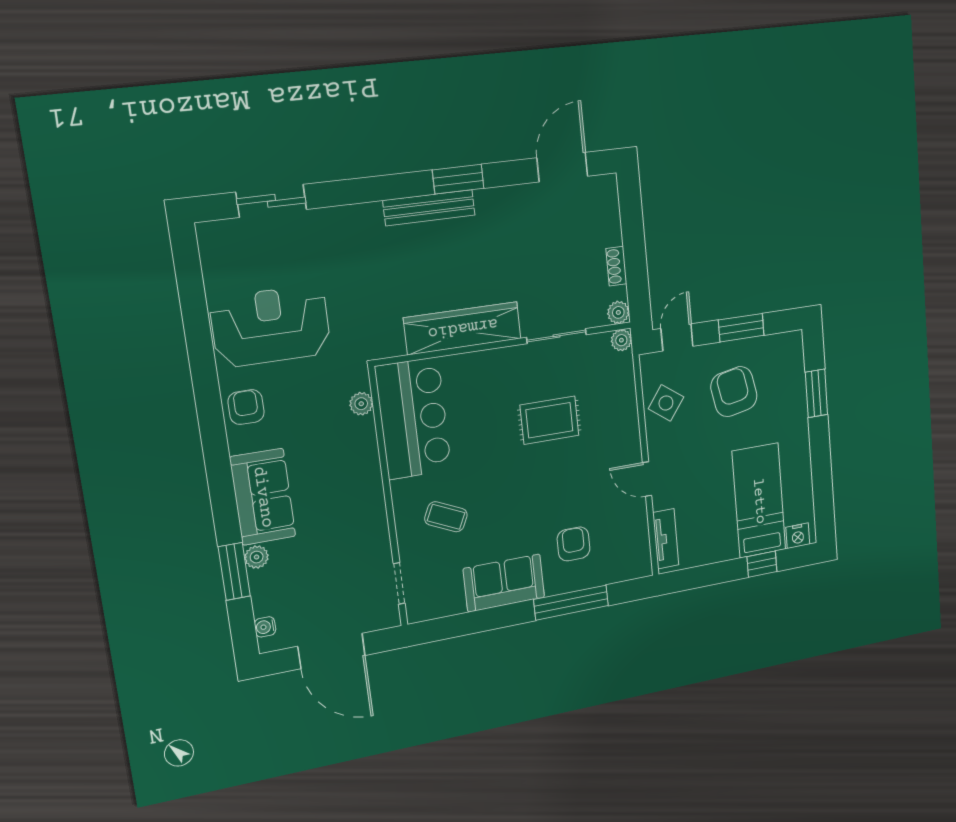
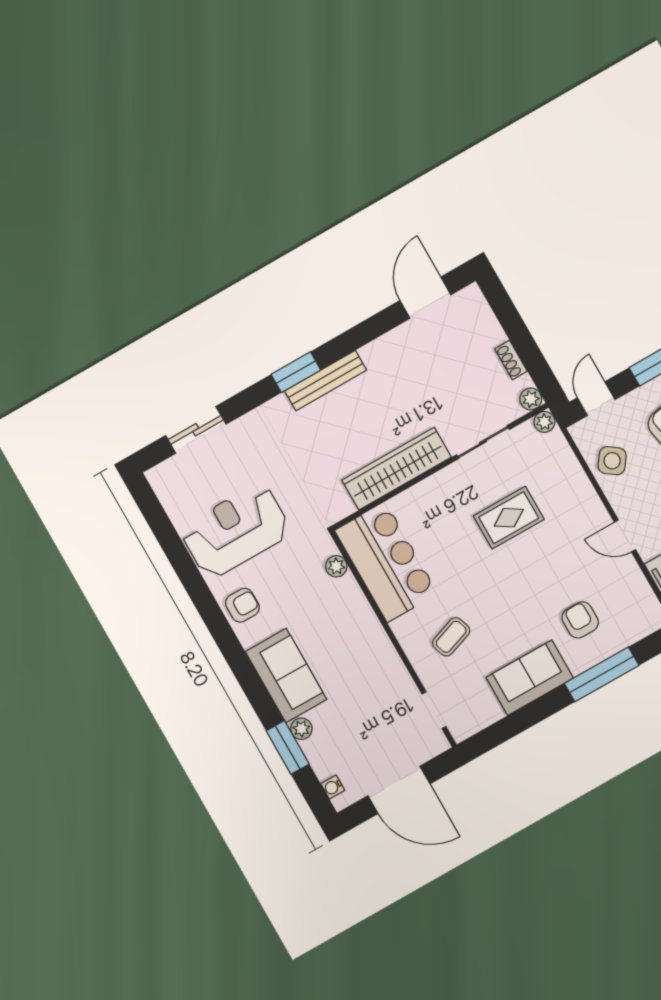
window: (458, 179) -> (296, 372), moved
armchair: (246, 407) -> (242, 605), turned 90
coffee table: (446, 517) -> (451, 637), turned -44

